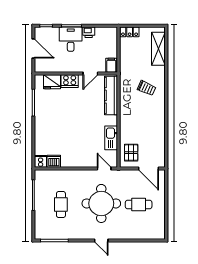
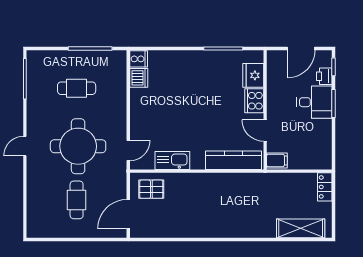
printer: (89, 32) -> (324, 76), moved
trolley: (147, 88) -> (244, 211), removed

